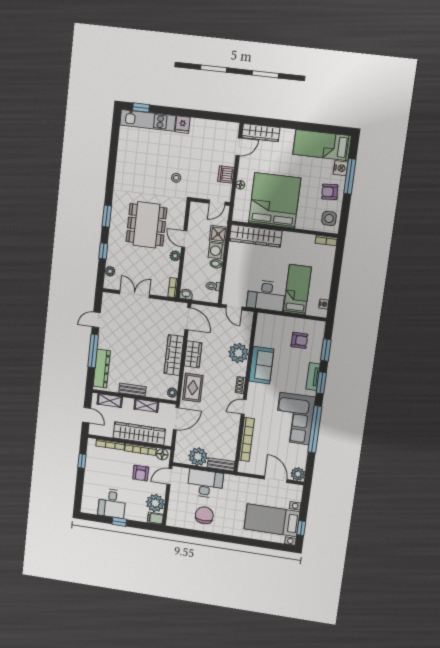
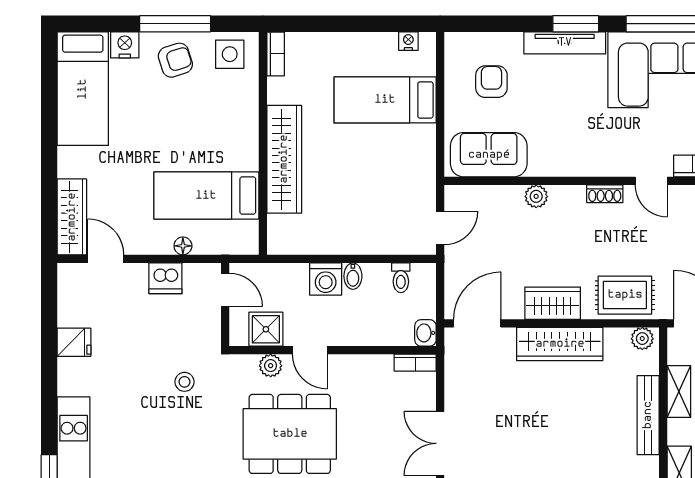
fridge: (183, 125) -> (74, 342), moved
window: (350, 176) -> (175, 24), moved
armchair: (330, 192) -> (175, 60), turned -104
bed: (275, 200) -> (206, 196), width x0.49
shower: (218, 234) -> (266, 329), moved
wardrobe: (256, 236) -> (284, 159), moved
door: (184, 239) -> (310, 350), hinge flipped
plant: (175, 256) -> (271, 366), moved
desk: (266, 296) -> (406, 163), removed
window: (326, 350) -> (504, 24), removed
plant: (238, 353) -> (536, 196), width x0.53, depth x0.53
sofa: (261, 365) -> (489, 155), moved
tv unit: (313, 377) -> (565, 43), width x1.41
bench: (132, 390) -> (648, 415), width x1.36

